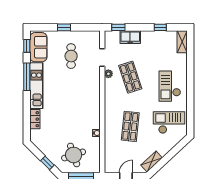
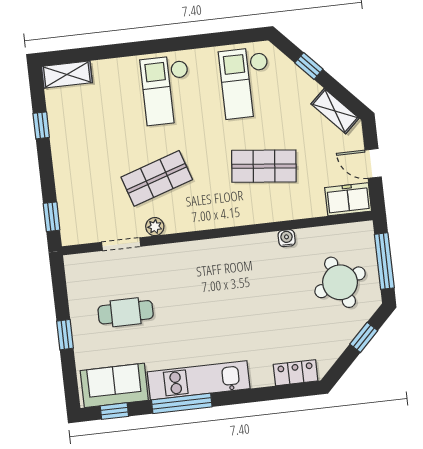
freezer: (130, 37) -> (348, 199), moved, turned -90
checkout: (170, 86) -> (167, 90), turned 90
locker: (35, 119) -> (296, 373), moved
window: (173, 152) -> (309, 66), added

